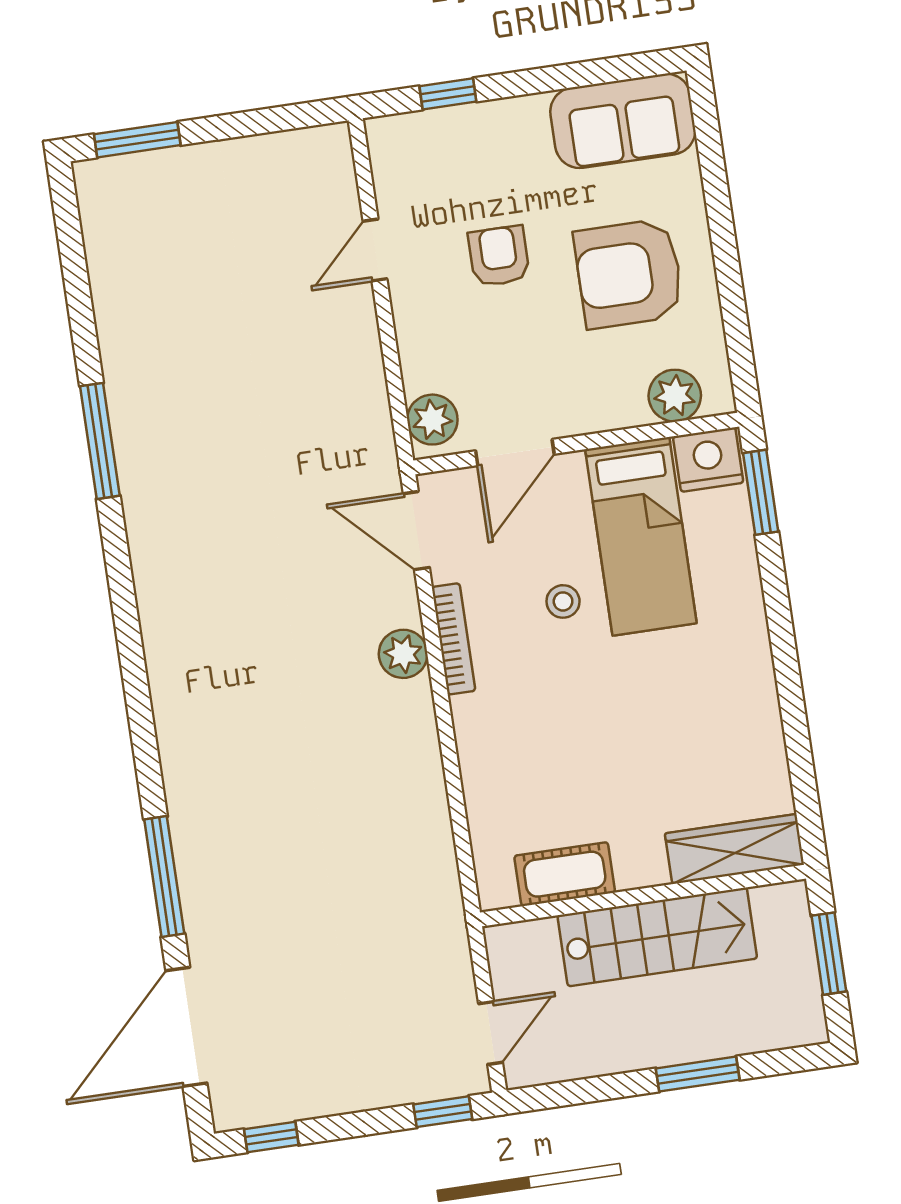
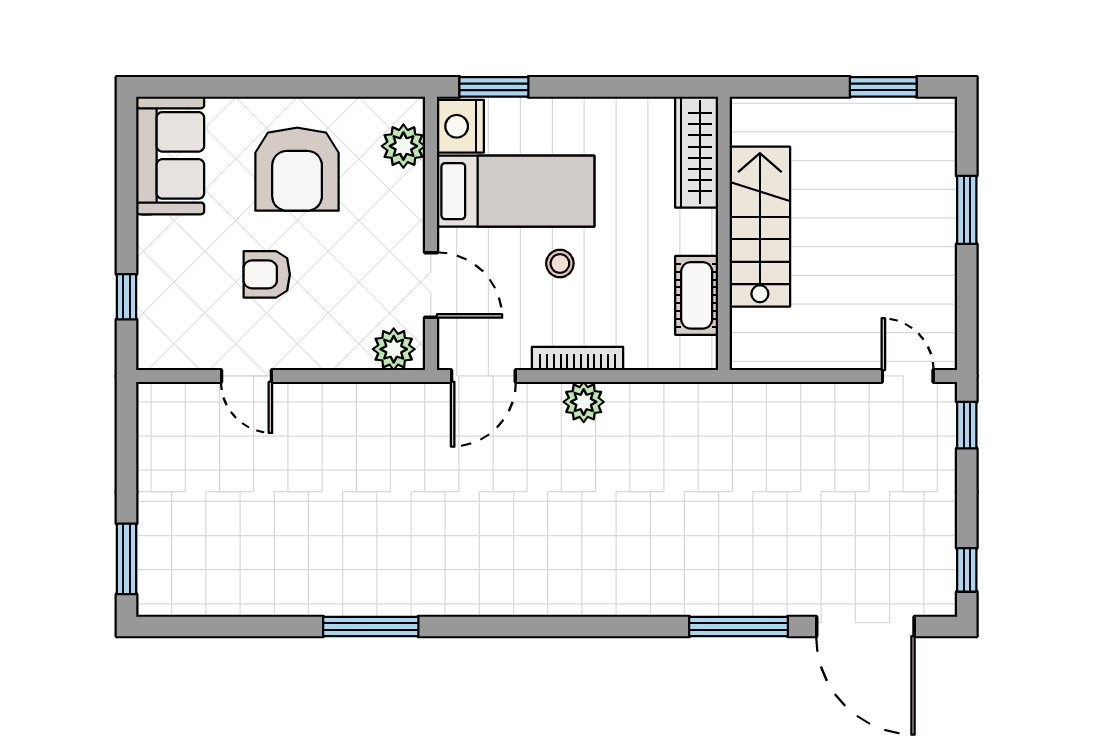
wardrobe: (734, 849) -> (697, 152), moved
cot: (565, 874) -> (697, 295), moved
wall: (643, 896) -> (724, 233), moved
stairs: (657, 937) -> (760, 227), moved

